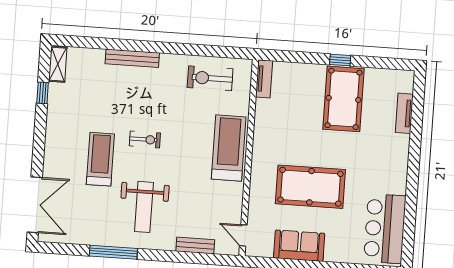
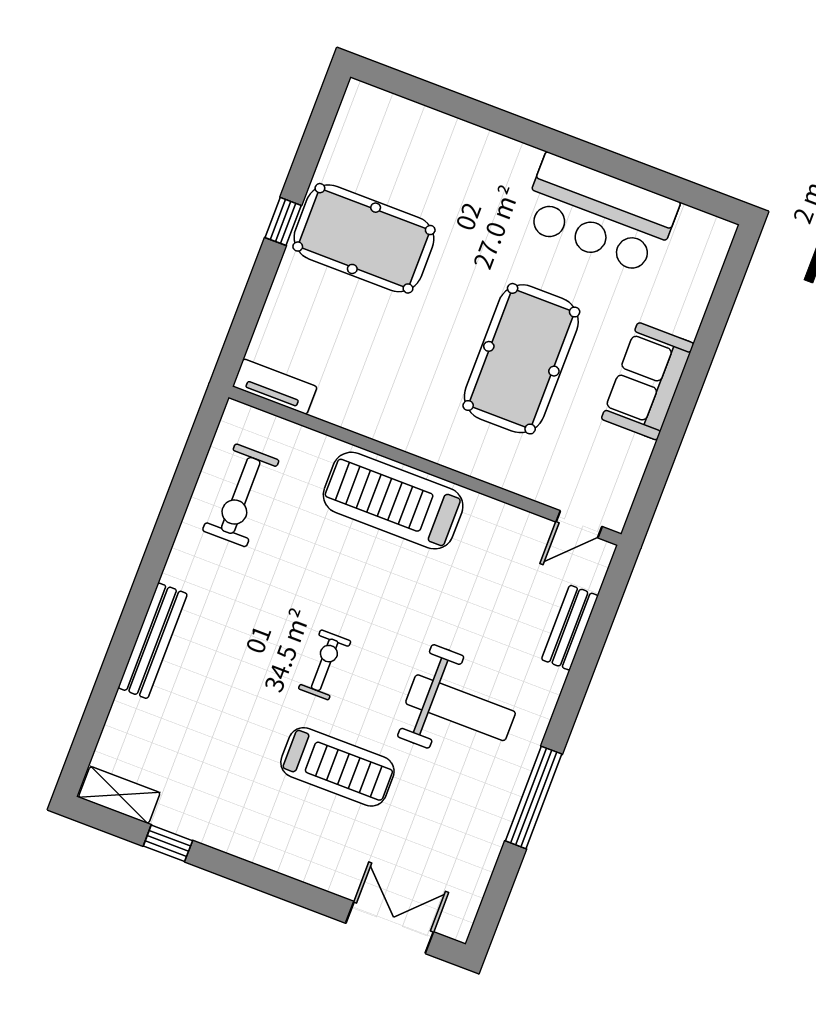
tv unit: (404, 113) -> (430, 124), removed
treadmill: (100, 159) -> (337, 767), turned 180
double door: (35, 205) -> (390, 927), width x0.73
bar counter: (385, 229) -> (599, 214), moved
sofa: (299, 246) -> (648, 381), moved

